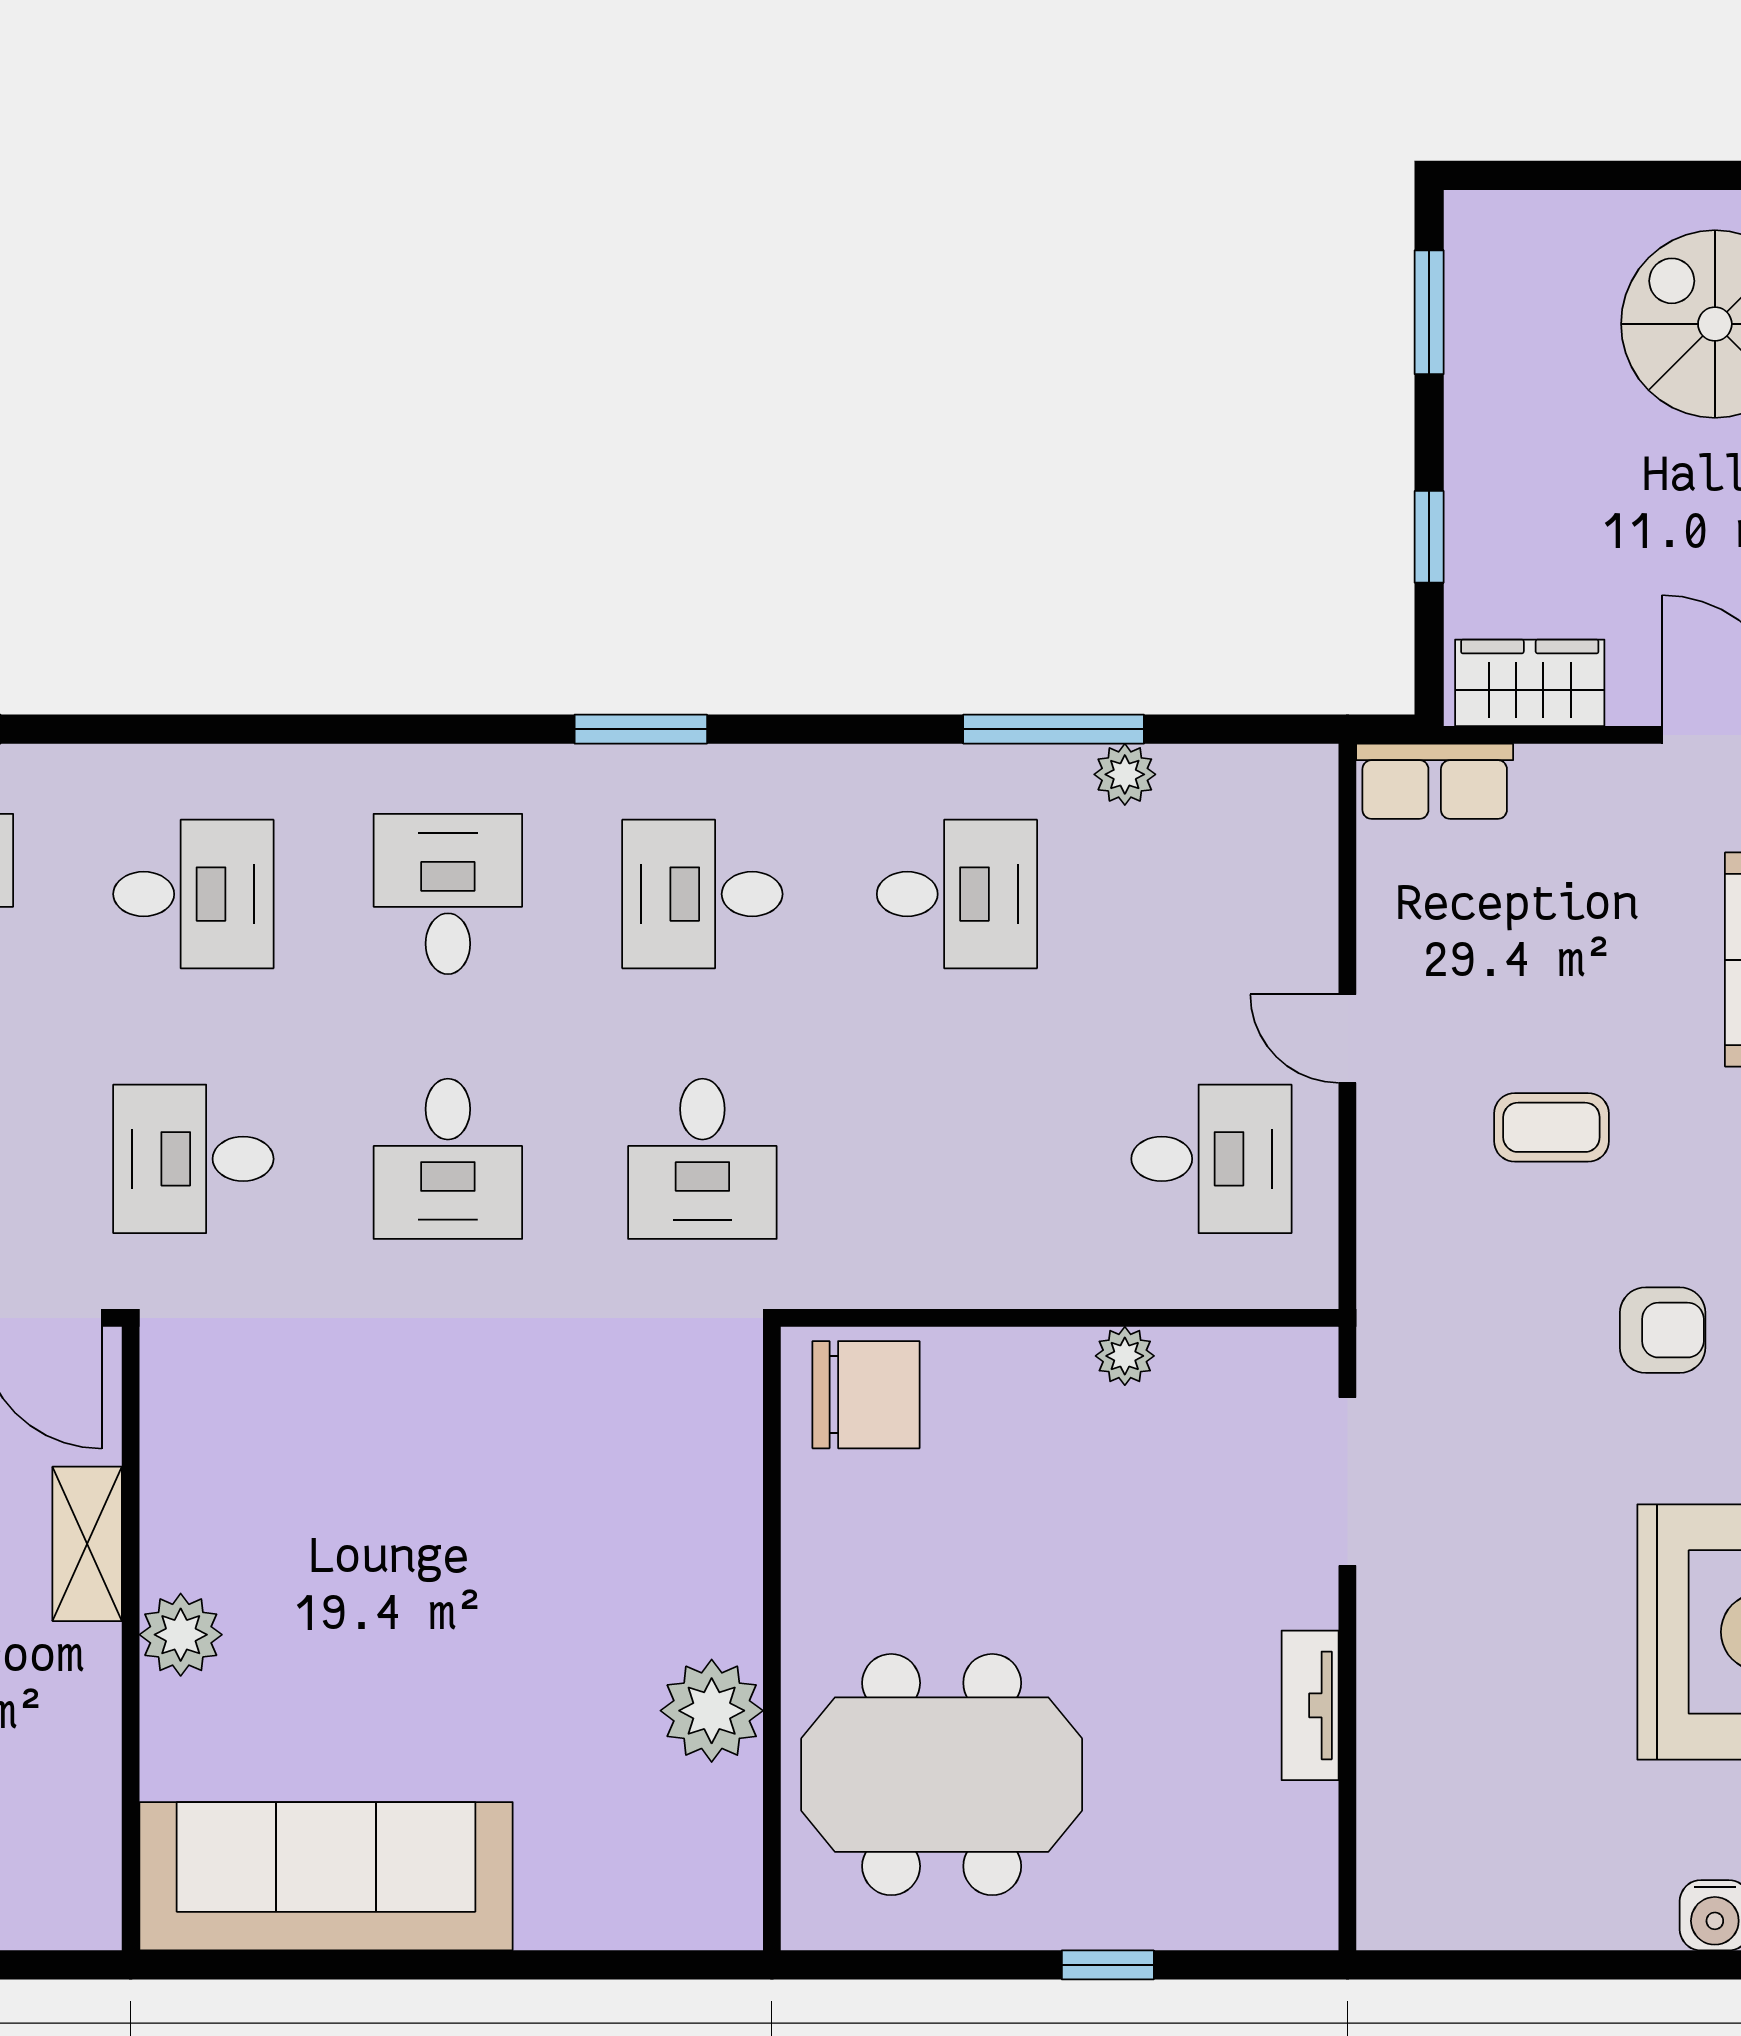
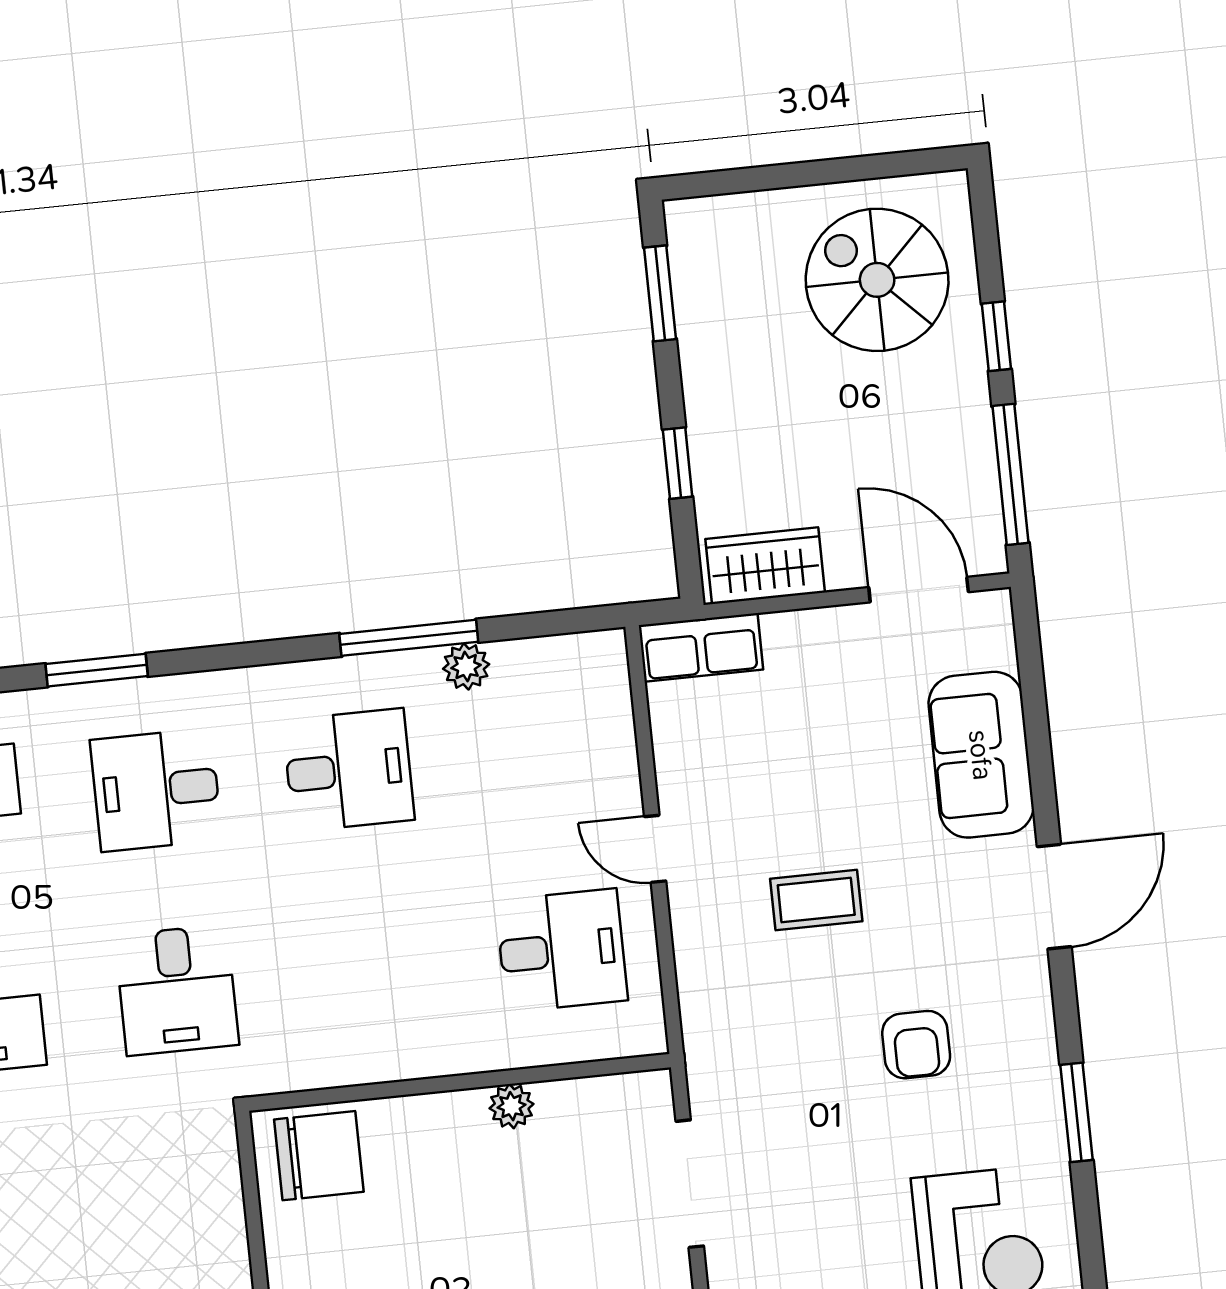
armchair: (1663, 1330) -> (916, 1045), turned 90

